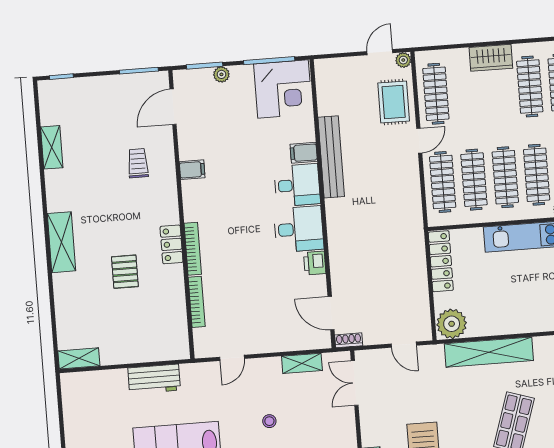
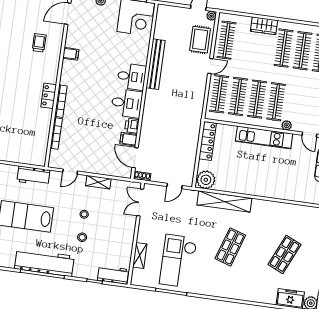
filing cabinet: (304, 153) -> (128, 139), moved
pallet: (125, 272) -> (17, 106), removed
door: (404, 345) -> (174, 186), hinge flipped
shelving: (302, 363) -> (98, 182), moved
workbench: (154, 379) -> (33, 176), moved

